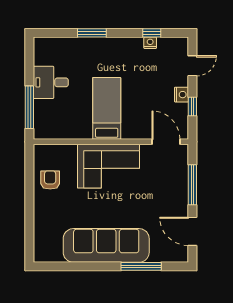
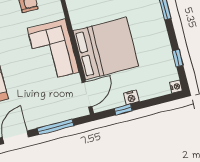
nightstand: (150, 43) -> (176, 87), moved
door: (192, 66) -> (158, 100), removed
bed: (107, 108) -> (106, 49), width x2.04

